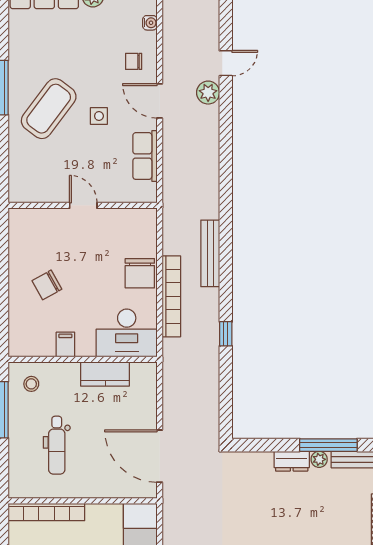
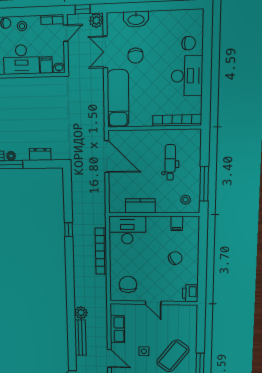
plant: (208, 93) -> (81, 313), moved
printer: (21, 223) -> (190, 293), added
bench: (210, 253) -> (80, 338), moved
chair: (140, 273) -> (128, 284), moved
filing cabinet: (65, 345) -> (177, 223), moved
dresser: (292, 461) -> (40, 154), moved

